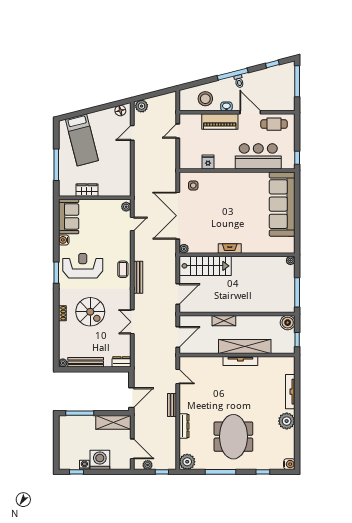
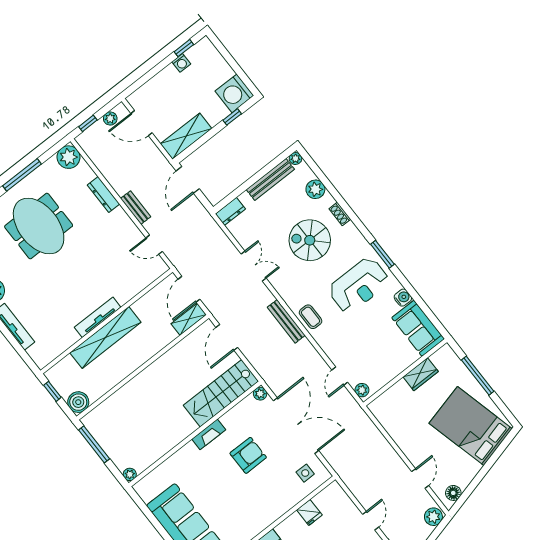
bed: (82, 140) -> (471, 426), width x1.50
armchair: (217, 220) -> (248, 455), added
shelving: (224, 321) -> (189, 319), moved
plant: (65, 337) -> (315, 189), added
window: (80, 413) -> (232, 117), width x0.46
washing machine: (100, 460) -> (234, 93), moved, turned 90

